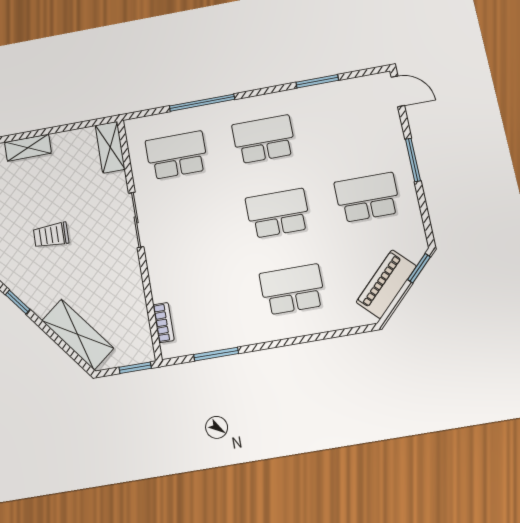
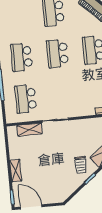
shelving: (110, 147) -> (30, 130), moved
trolley: (51, 235) -> (81, 165), moved

